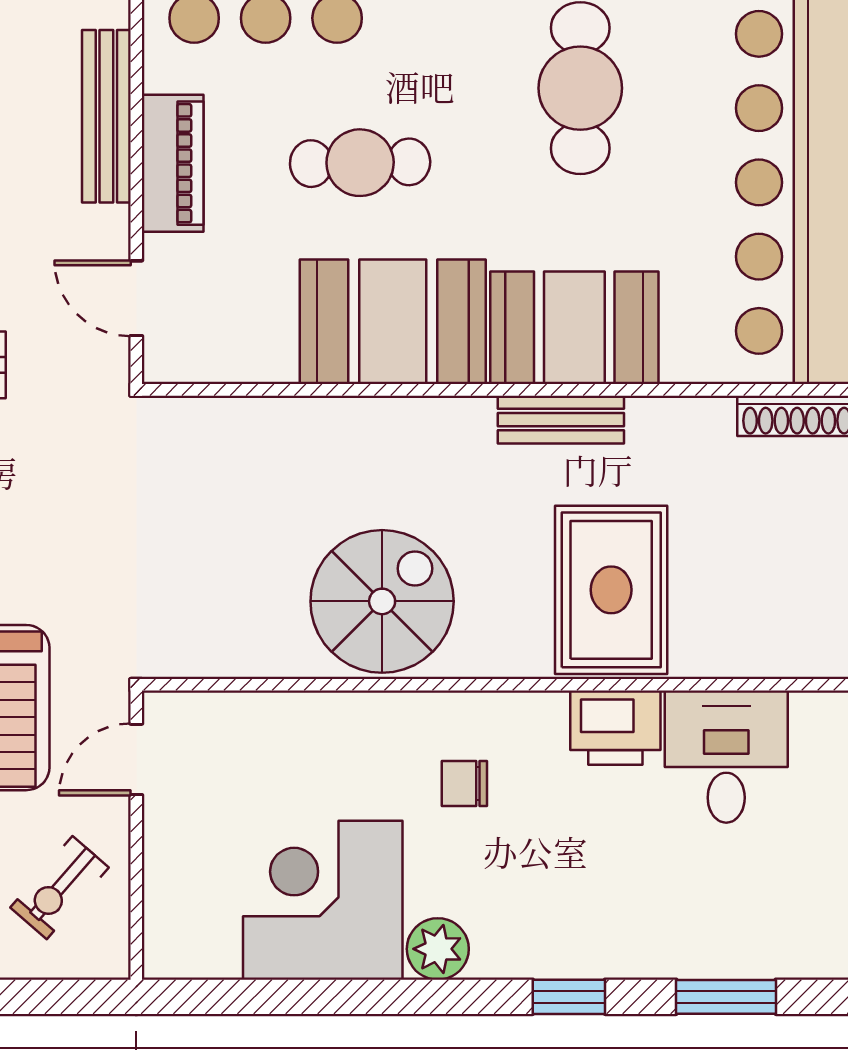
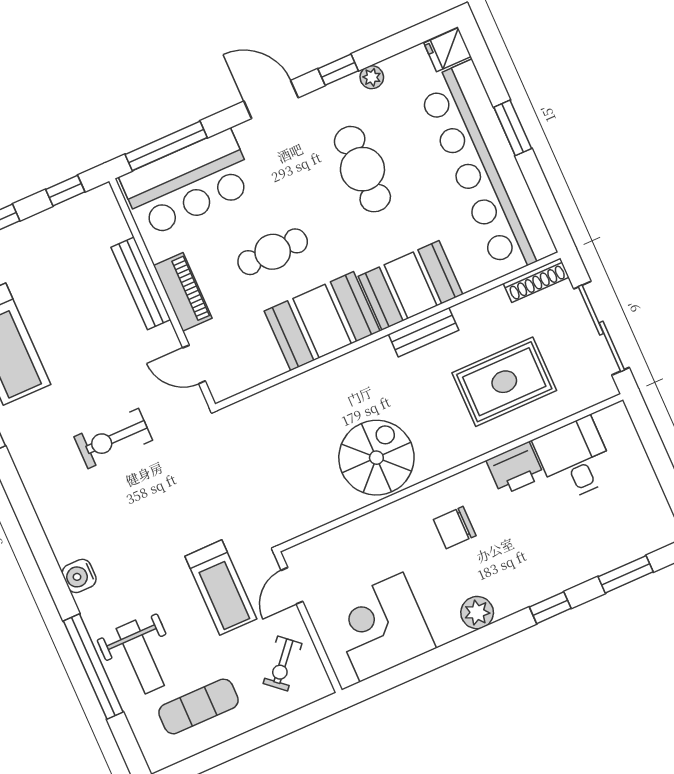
rug: (611, 590) -> (504, 382), moved, turned 90
chair: (464, 784) -> (455, 528), width x1.37, depth x1.37
corner desk: (323, 900) -> (381, 627), moved

